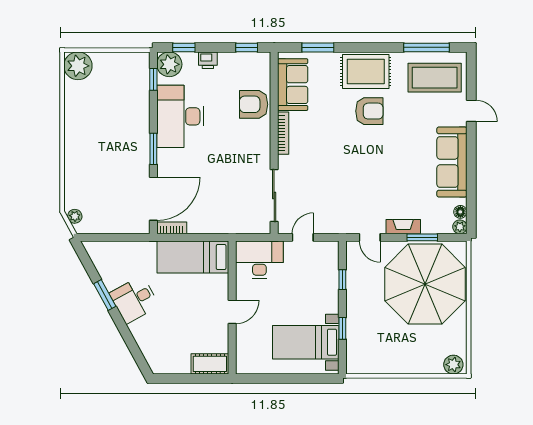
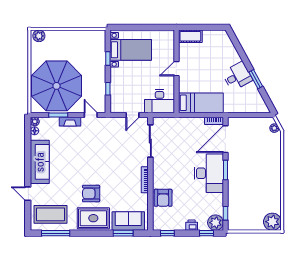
sofa: (293, 85) -> (128, 221), moved, turned 90
armchair: (254, 104) -> (163, 198), turned 90
desk: (180, 116) -> (209, 173), moved

